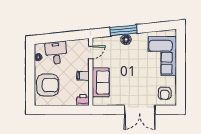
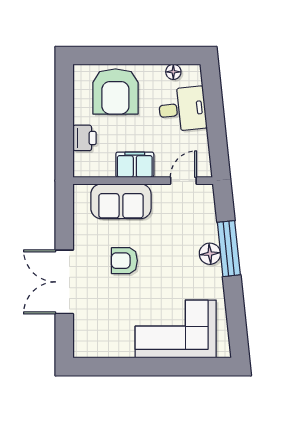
door: (91, 52) -> (183, 181), swing flipped
filing cabinet: (83, 76) -> (135, 165), width x2.00
armchair: (165, 93) -> (124, 261), moved
printer: (83, 100) -> (85, 138), moved

